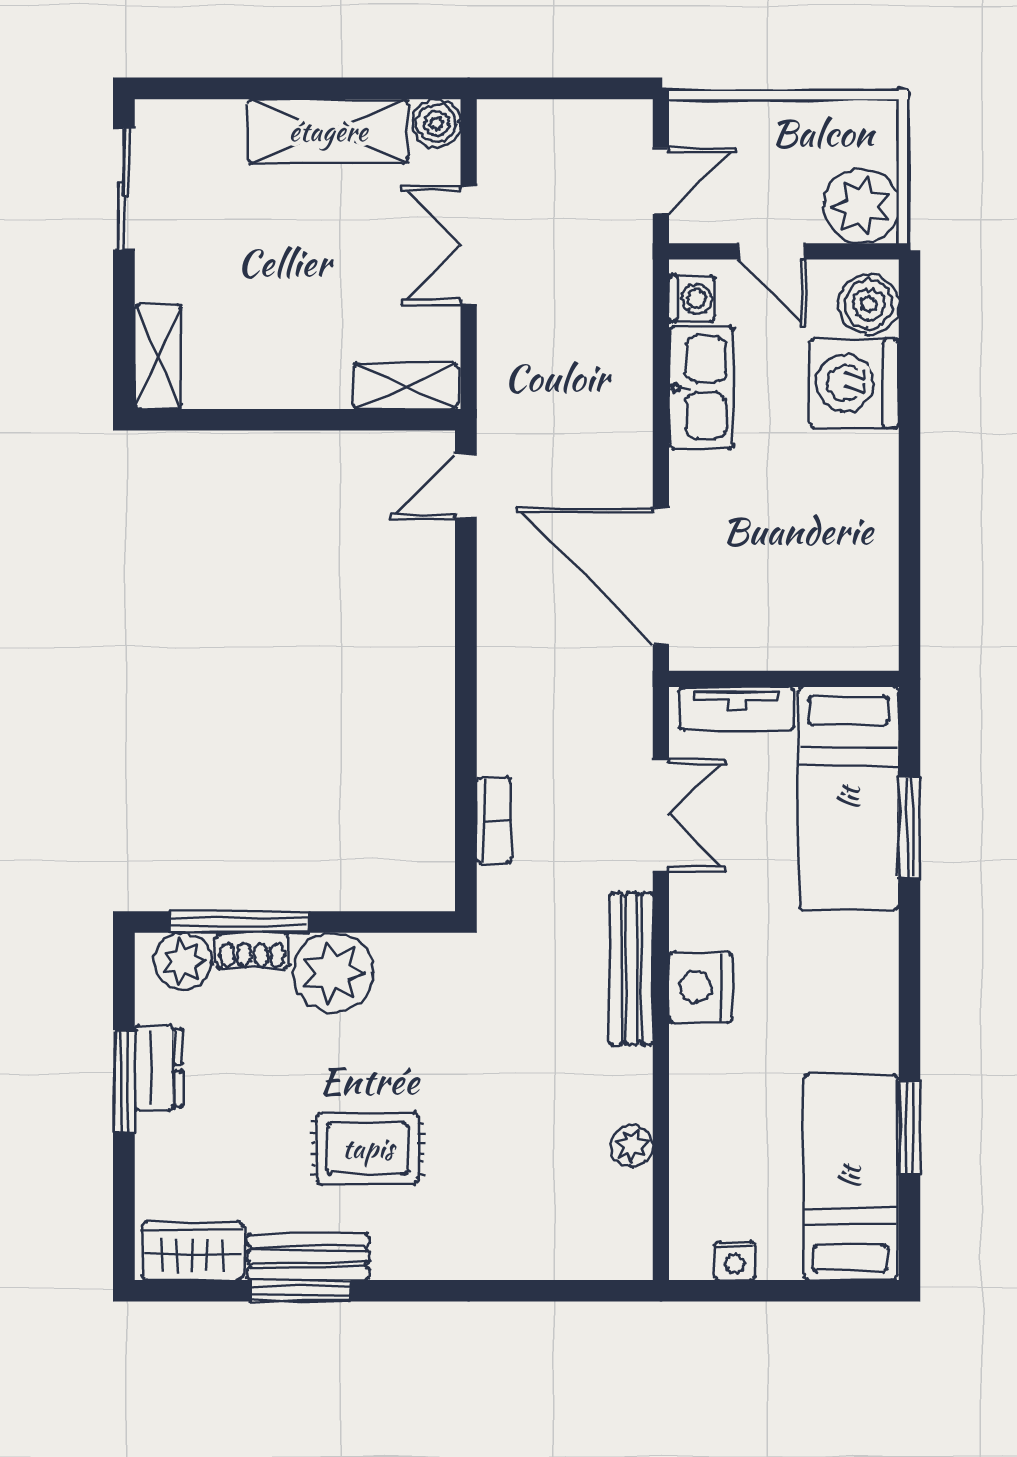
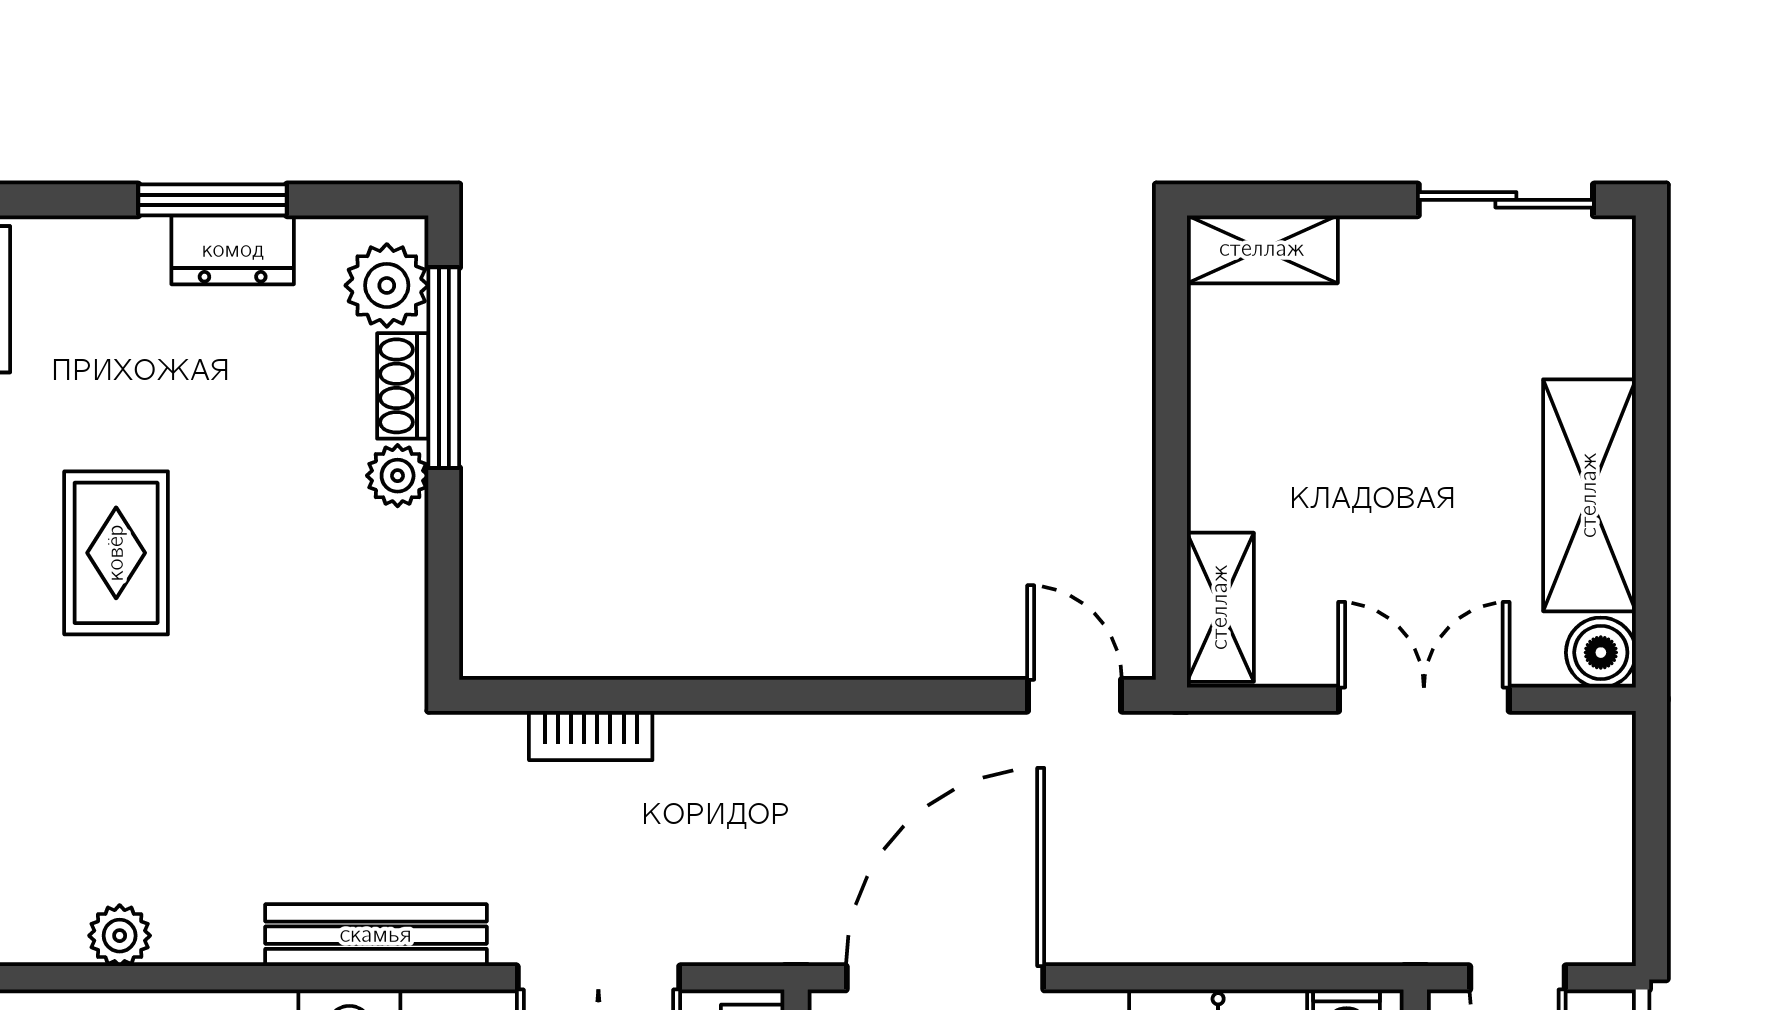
plant: (333, 973) -> (398, 476), width x0.53, depth x0.53

